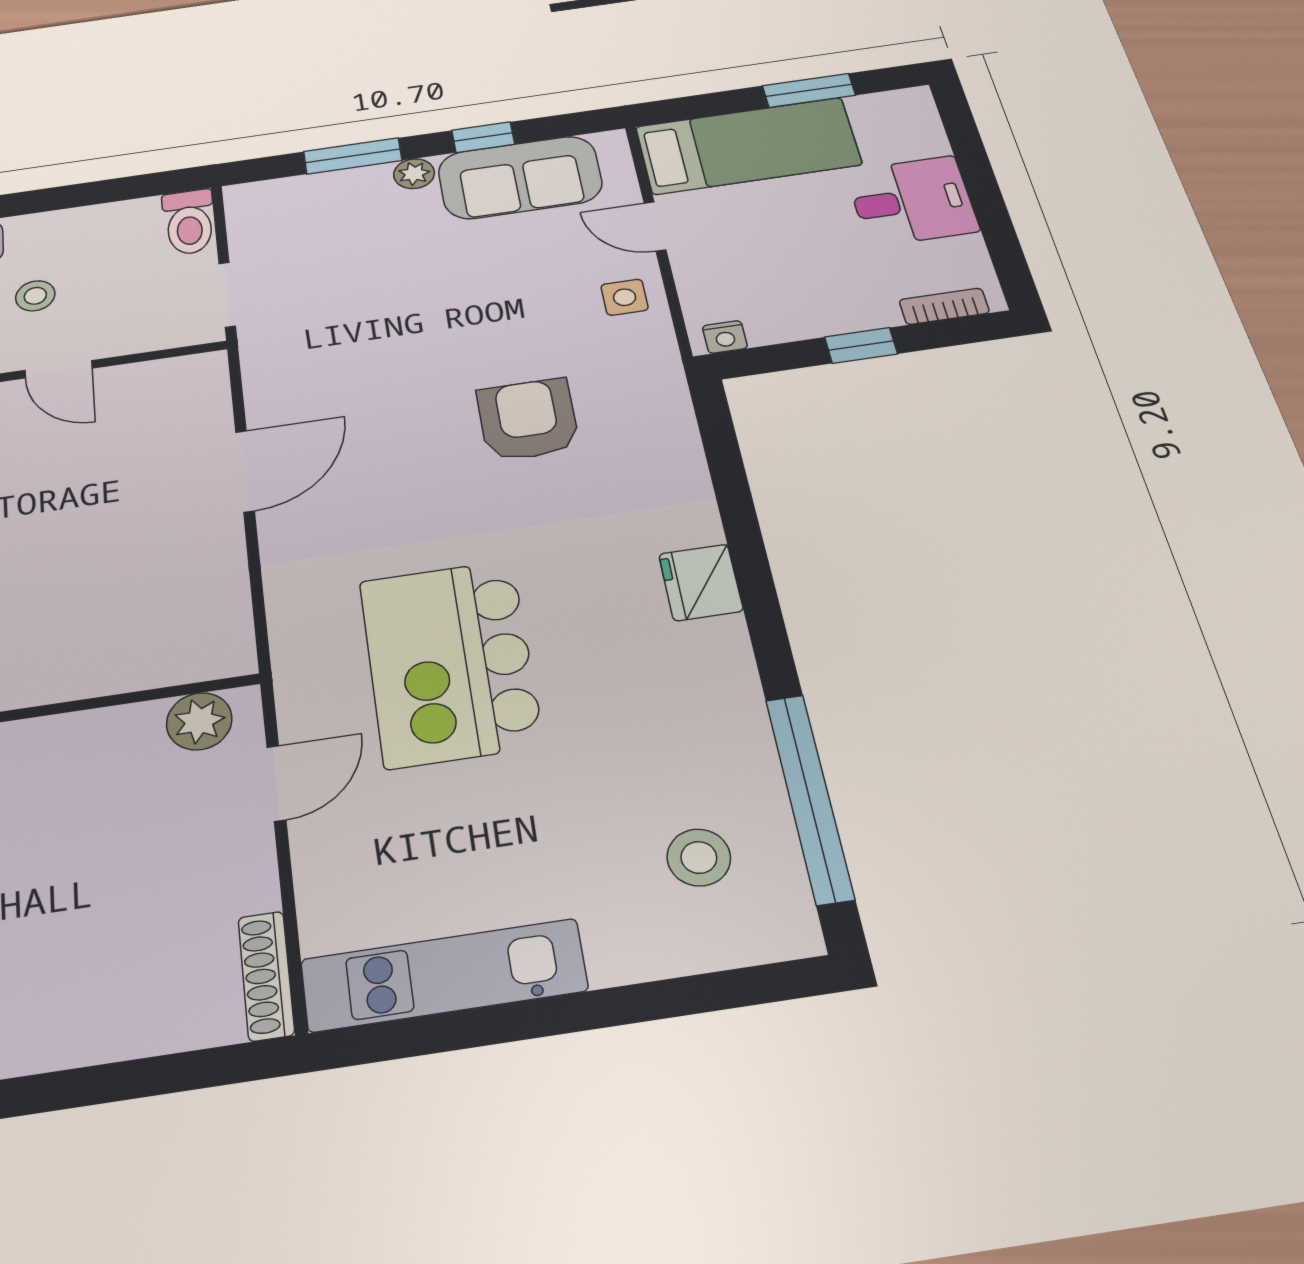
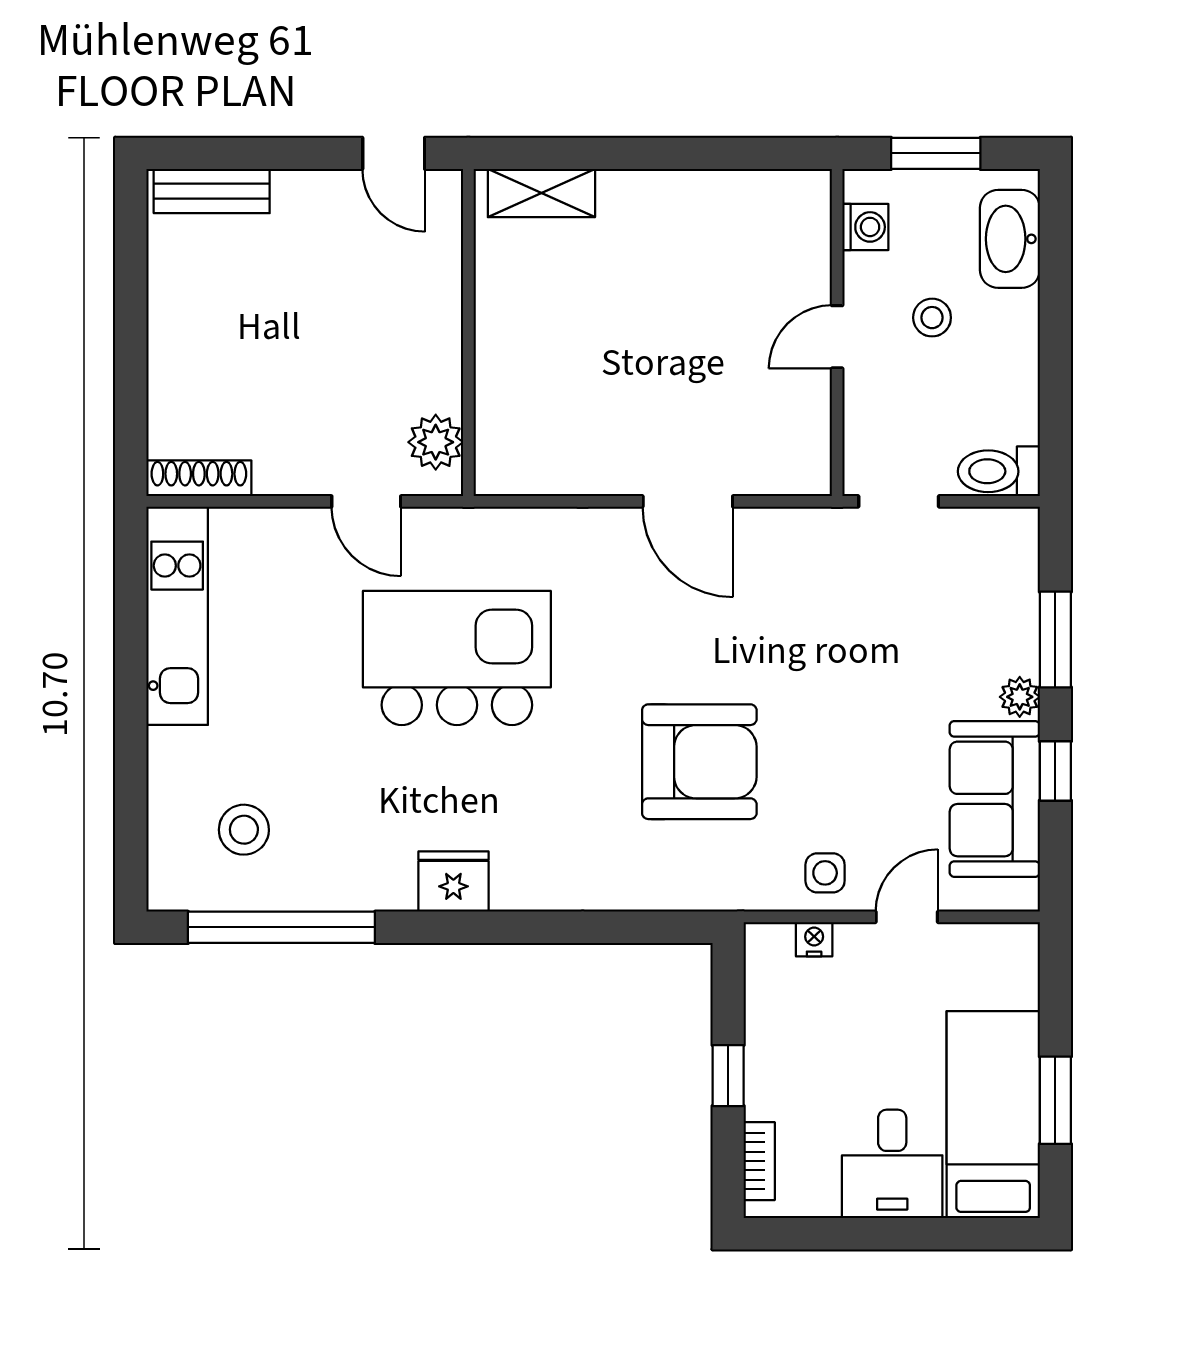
bed: (748, 146) -> (993, 1115), moved, turned 180
nightstand: (725, 337) -> (814, 939), moved, turned 90
armchair: (528, 419) -> (699, 762), width x1.36, depth x1.36
fridge: (701, 582) -> (453, 882), moved

